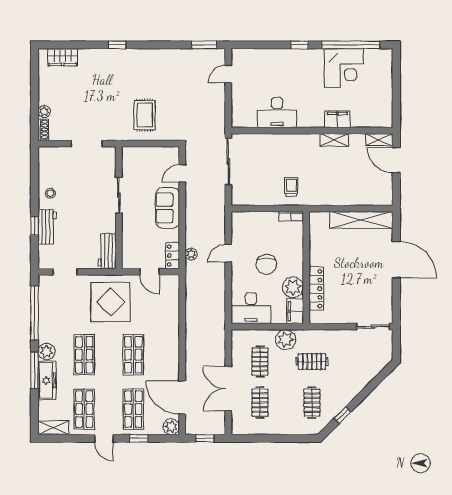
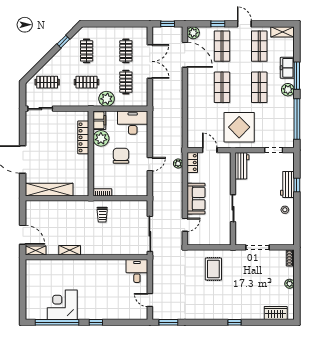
door: (228, 74) -> (150, 300), swing flipped
plant: (44, 112) -> (290, 284), moved
desk: (277, 112) -> (137, 271), moved, width x0.73
filing cabinet: (337, 119) -> (67, 266), removed
clothes rail: (364, 362) -> (47, 82), added
freezer: (47, 380) -> (287, 68), width x0.71

